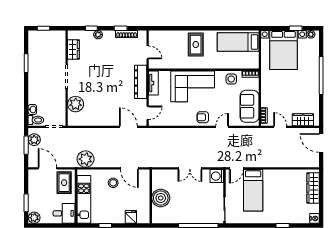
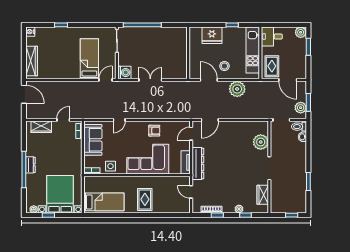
dresser: (314, 80) -> (30, 165), added
armchair: (203, 117) -> (154, 131), moved
door: (128, 127) -> (210, 120), hinge flipped
door: (280, 127) -> (63, 120), swing flipped
door: (321, 143) -> (24, 94), moved
plant: (86, 159) -> (237, 89), moved
boiler: (161, 198) -> (179, 51), removed
fridge: (131, 217) -> (212, 35), width x1.88, depth x1.34

